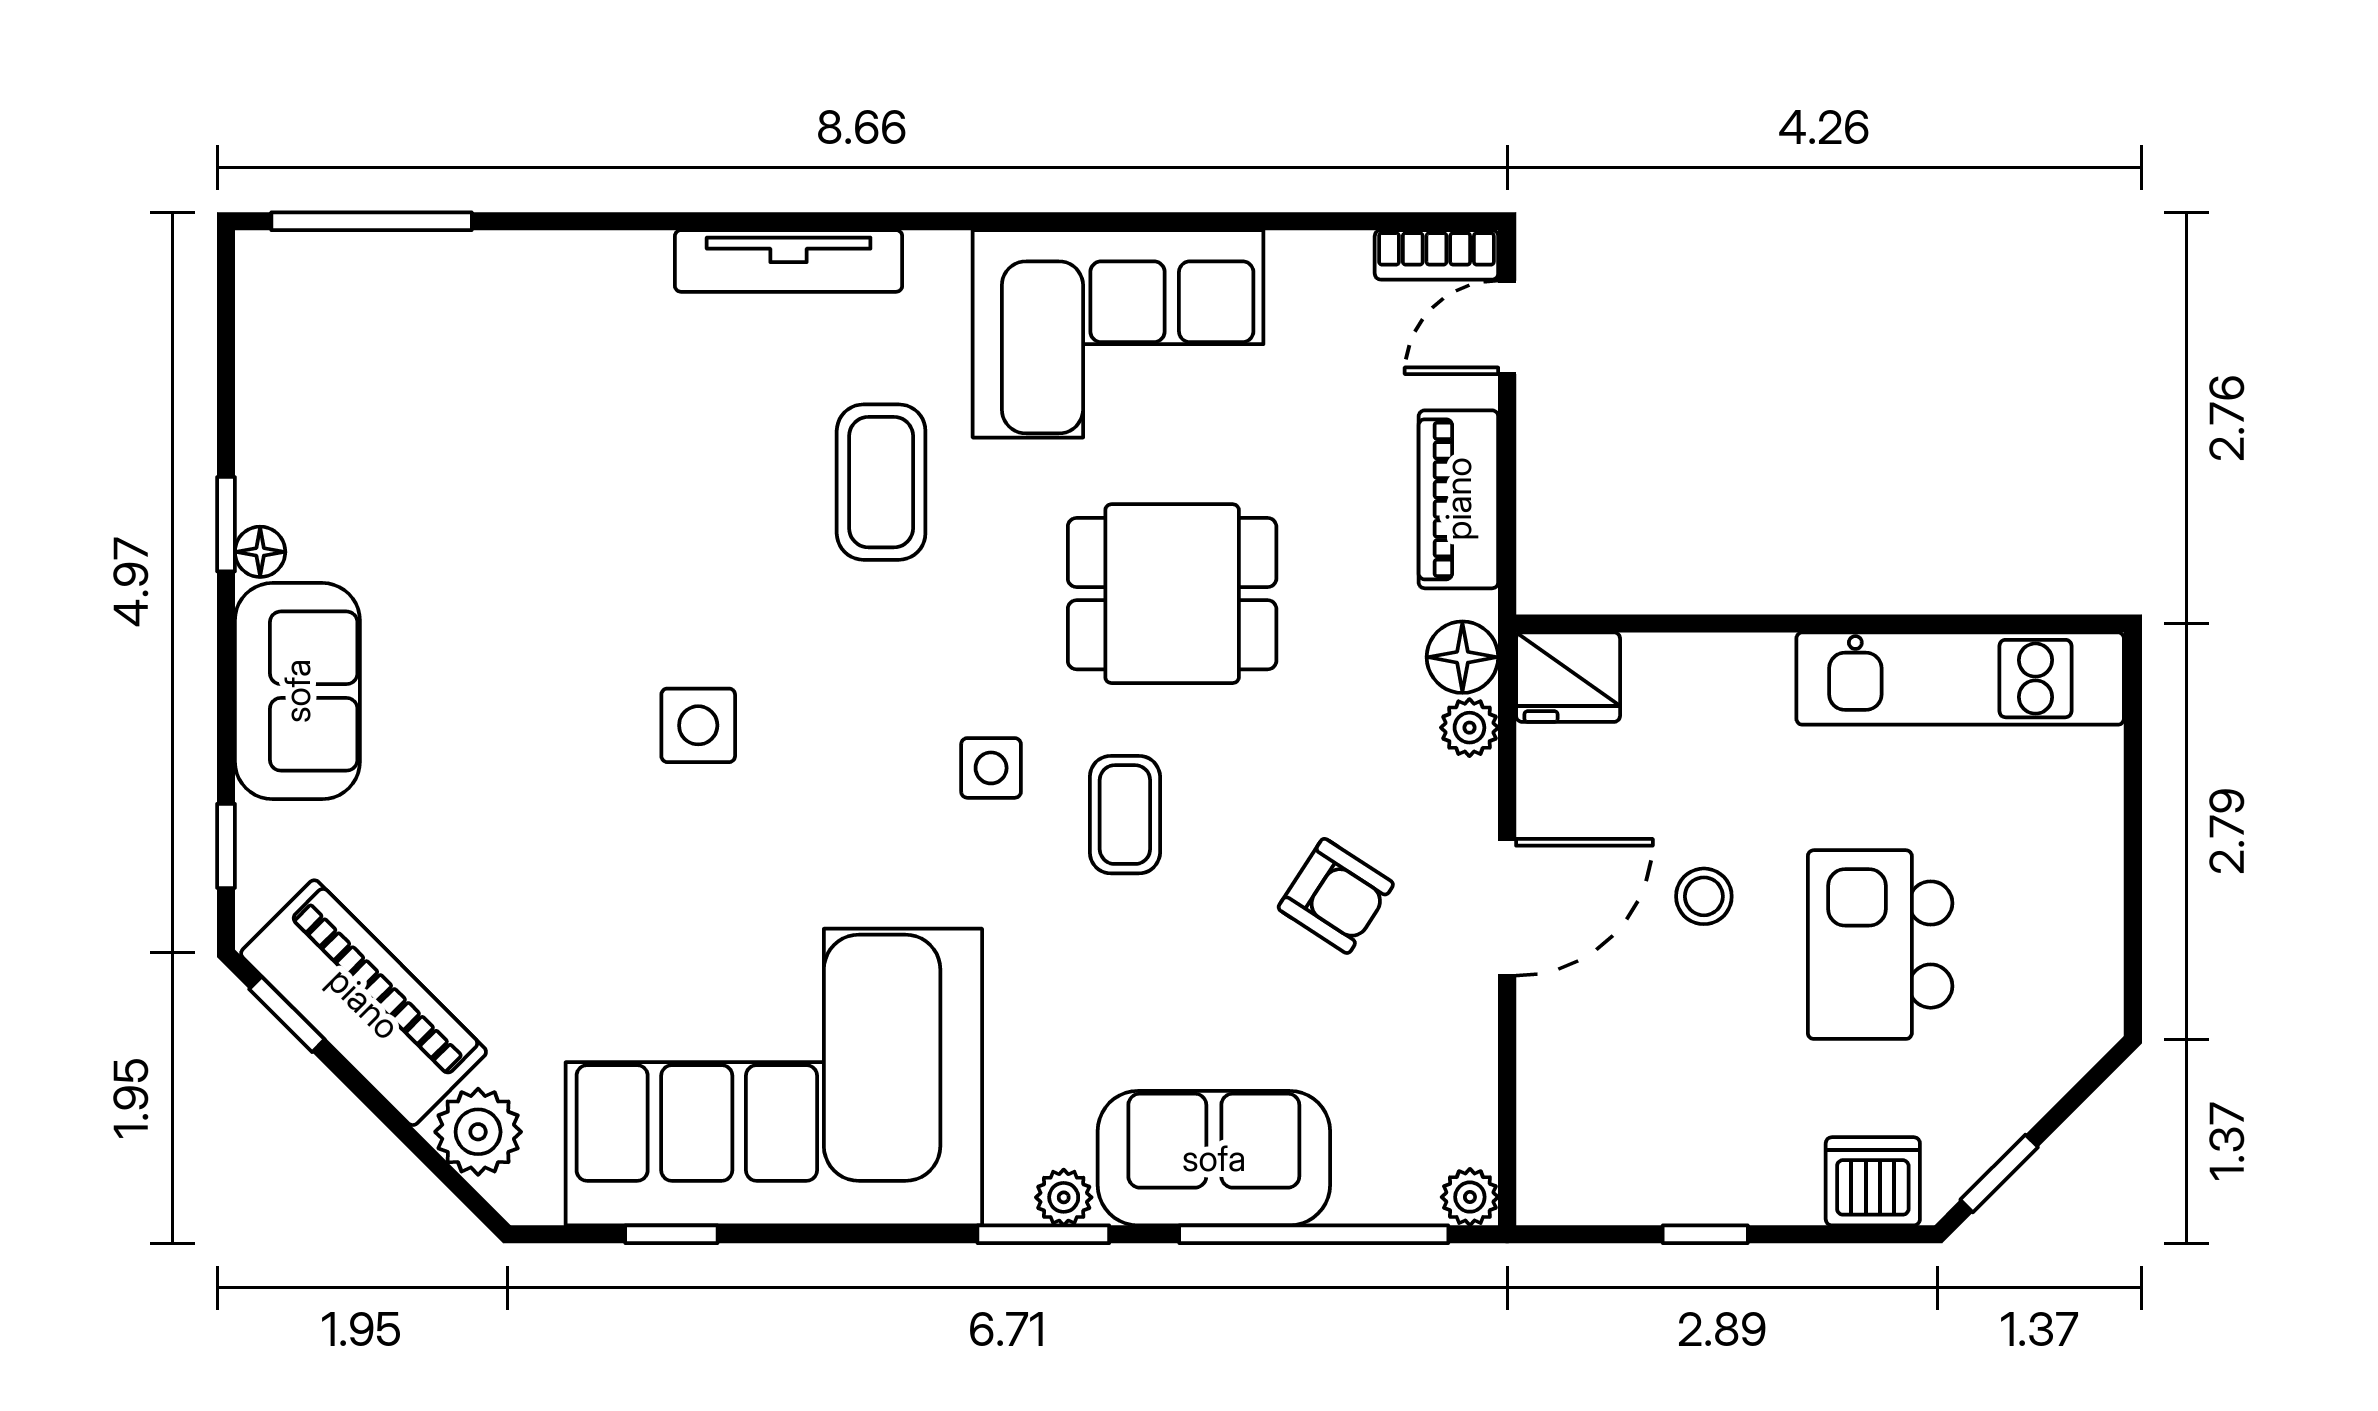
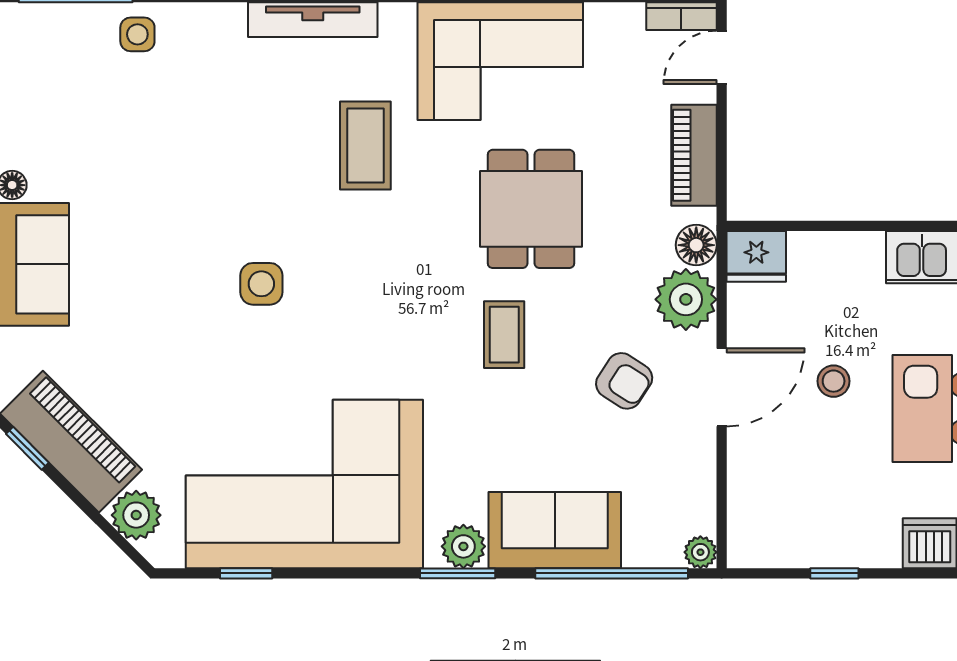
dining table: (1172, 594) -> (531, 209), turned 90
plant: (1469, 728) -> (686, 299), width x1.87, depth x1.87
side table: (991, 768) -> (137, 34), moved
plant: (1064, 1197) -> (463, 546), width x1.38, depth x1.38

